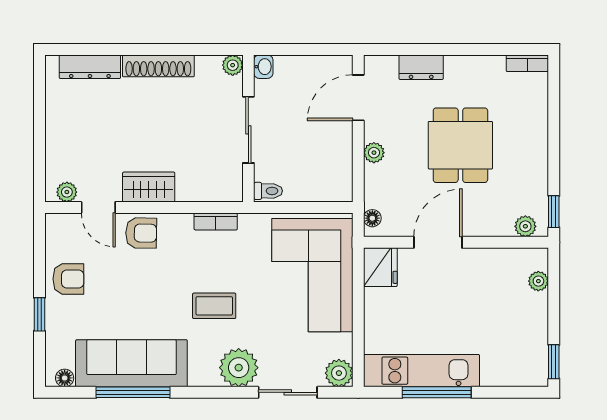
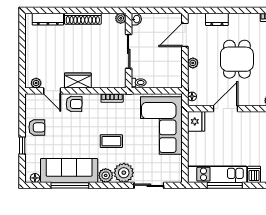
dishwasher: (494, 371) -> (254, 174), added
plant: (339, 373) -> (106, 175), moved

